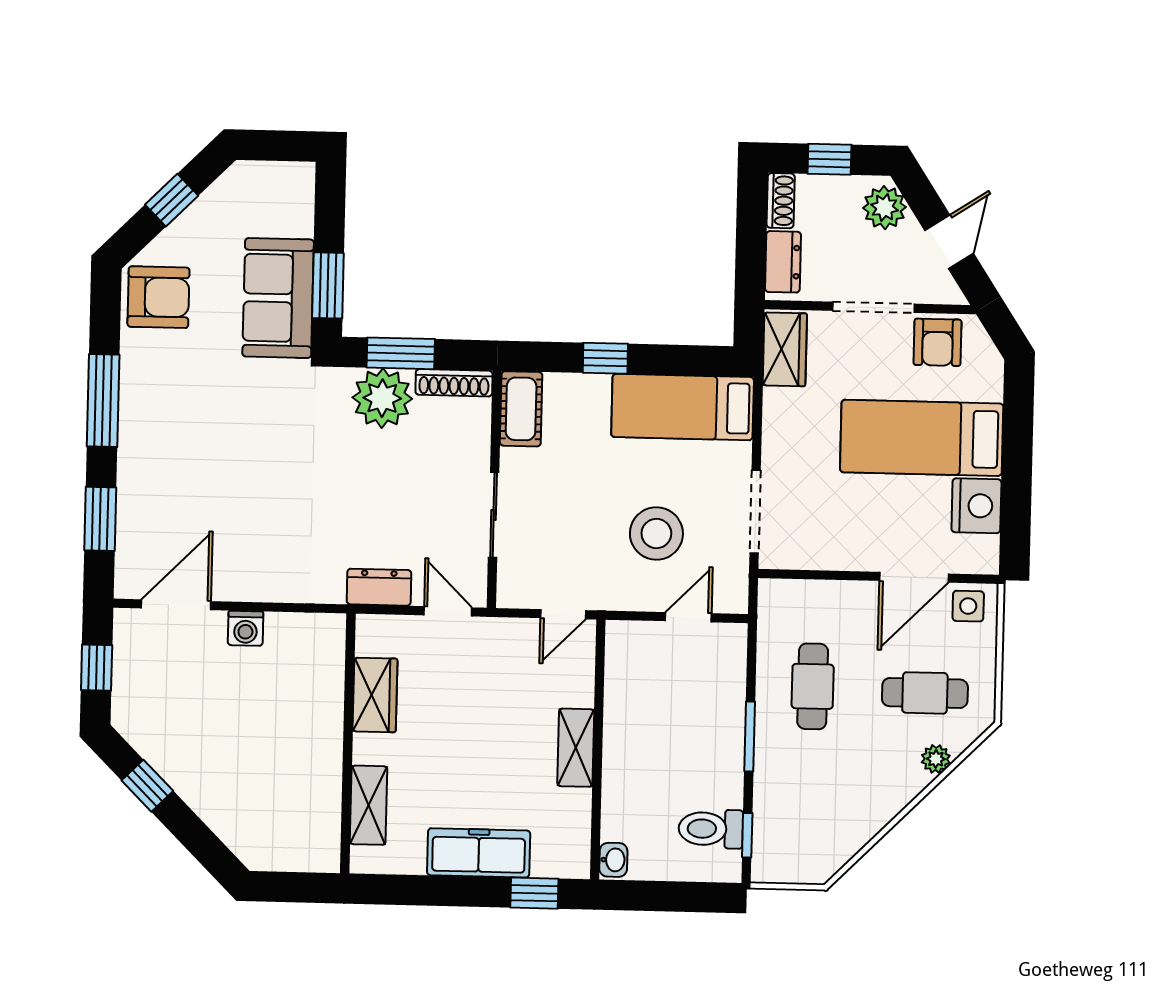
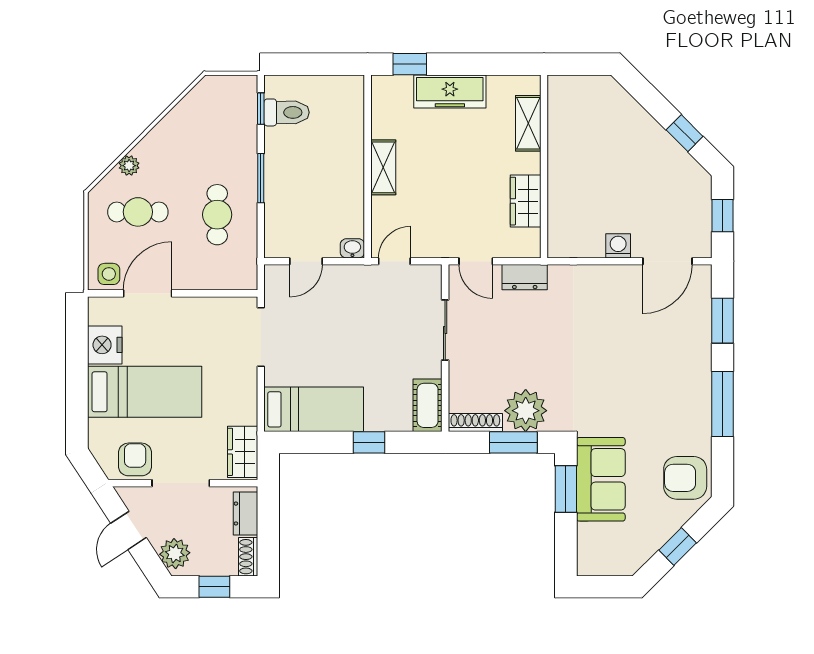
stool: (656, 533) -> (330, 320), removed
washbasin: (613, 860) -> (352, 248), moved, turned 90

